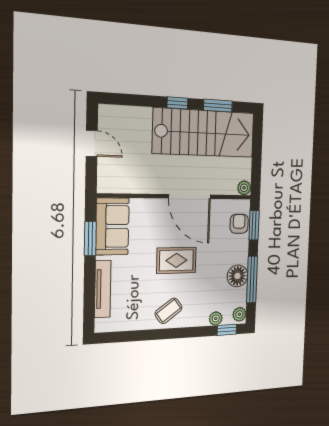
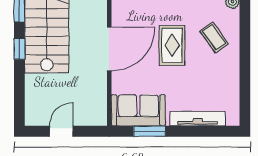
door: (190, 197) -> (109, 49), moved
coffee table: (169, 311) -> (214, 37), moved

